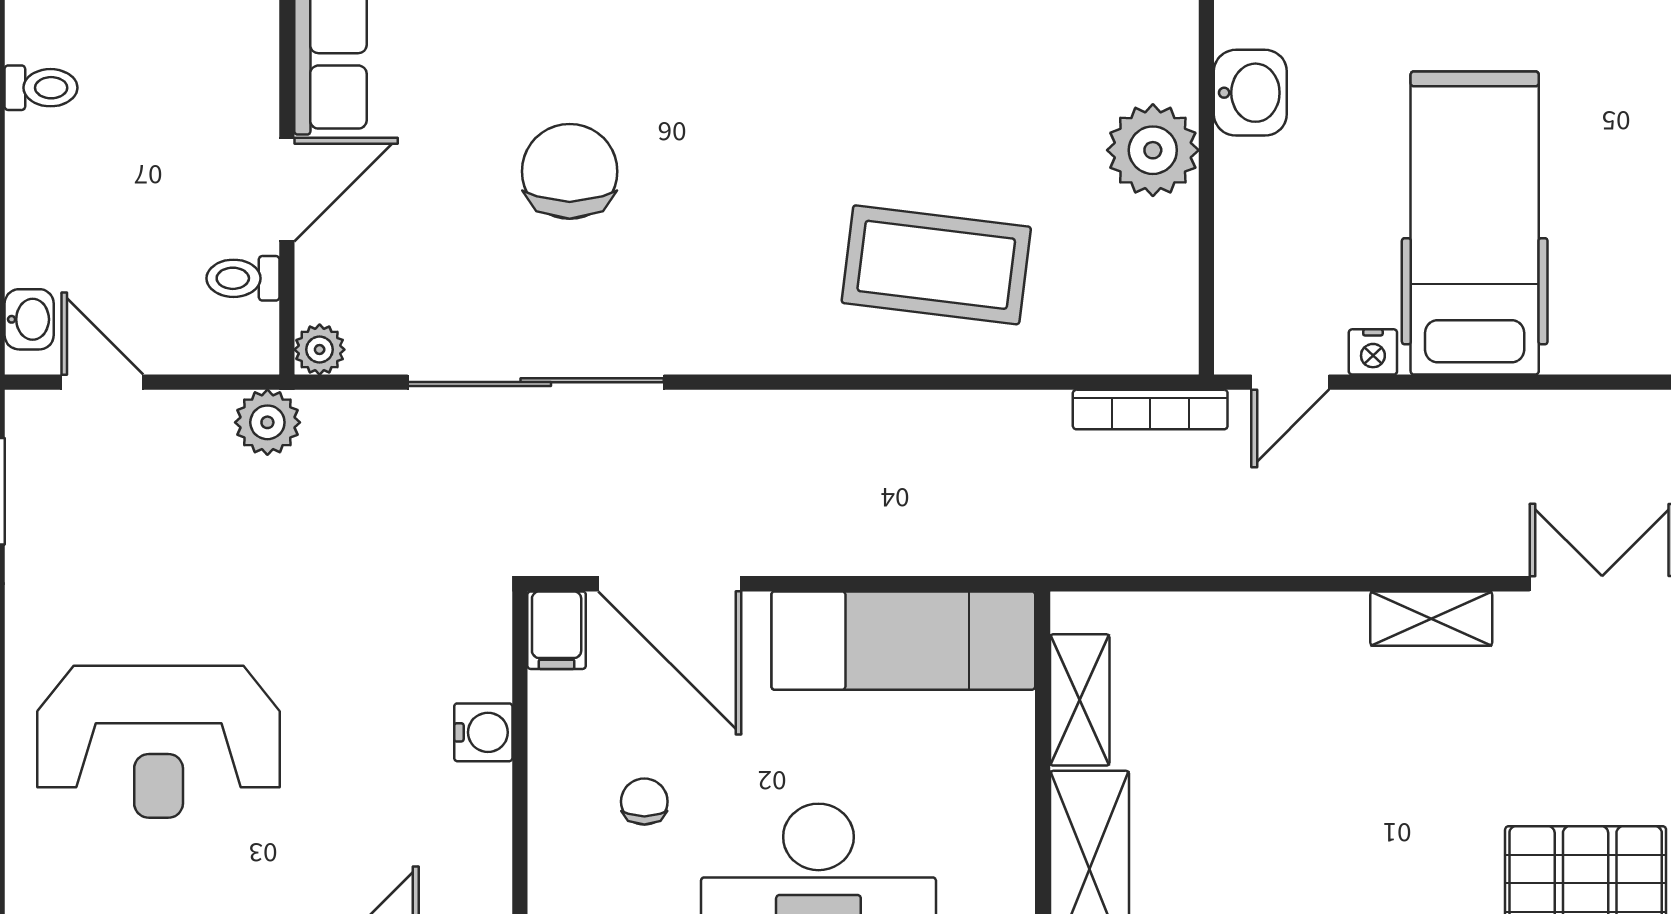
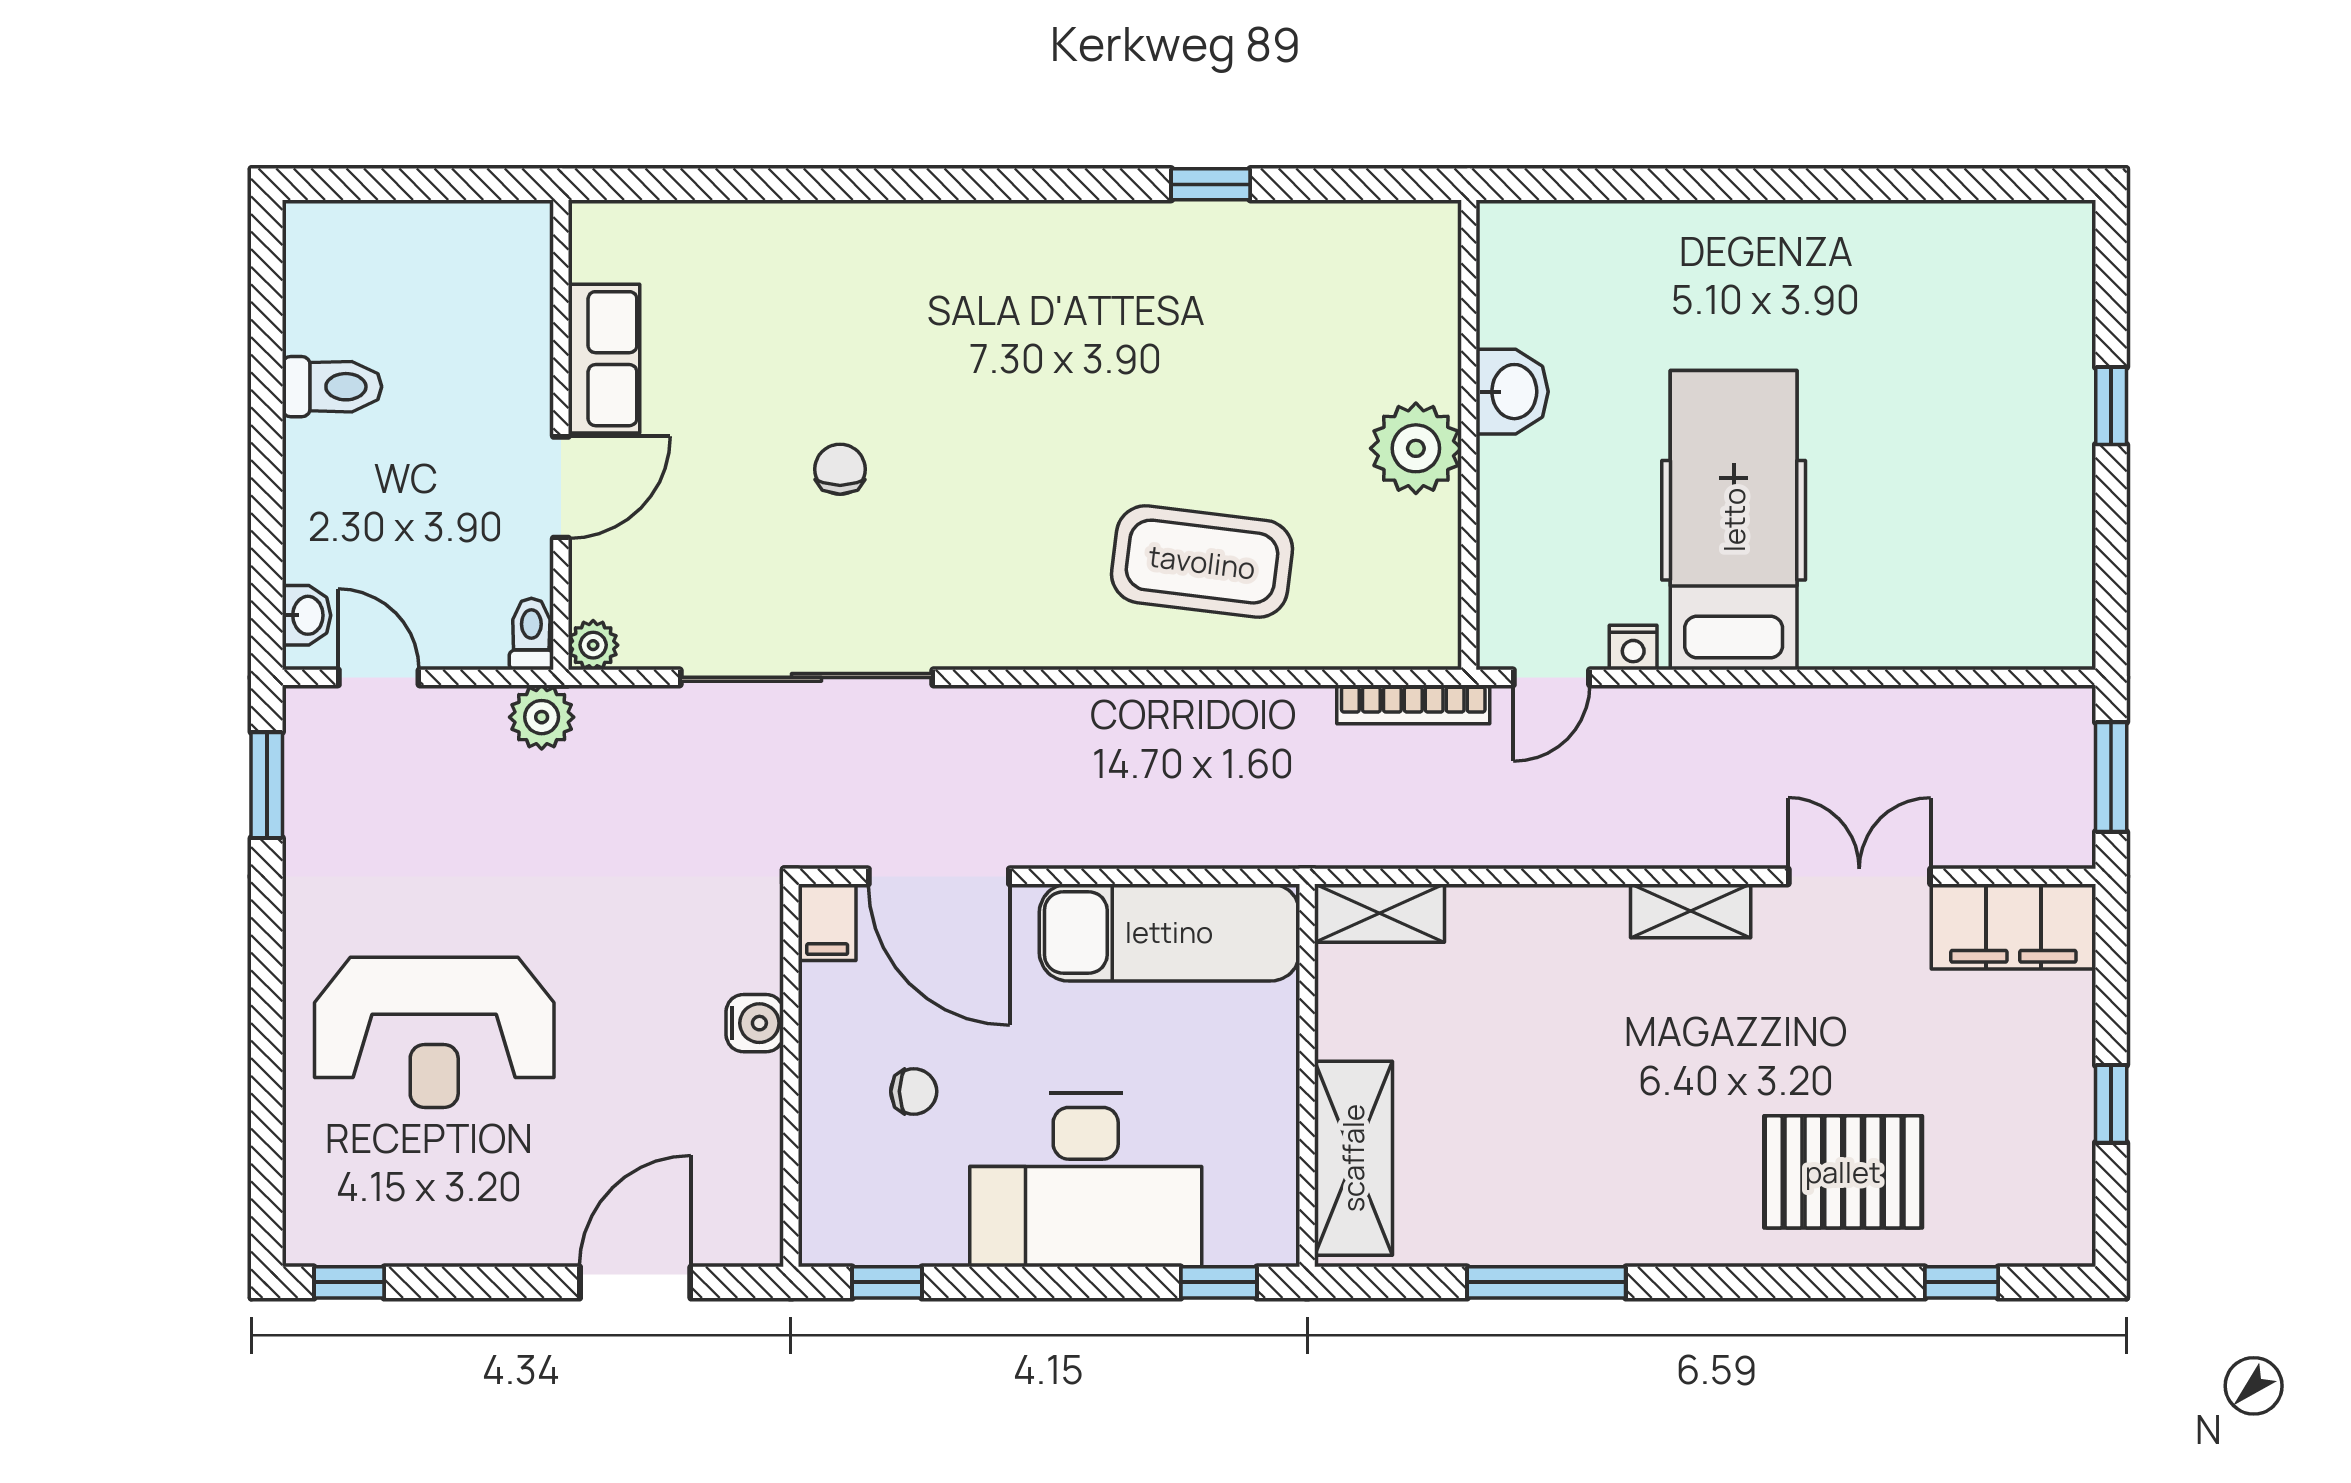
toilet: (41, 88) -> (332, 387), width x1.37, depth x1.39
chair: (570, 171) -> (840, 469), width x0.54, depth x0.54
toilet: (243, 278) -> (531, 634), moved, turned 90
shelving: (1080, 700) -> (1379, 913), moved, turned 90
chair: (644, 802) -> (914, 1091), turned 90

